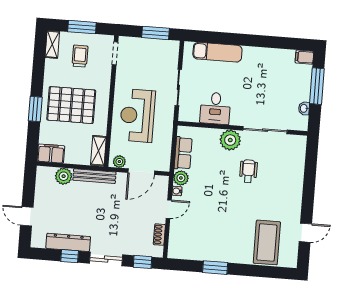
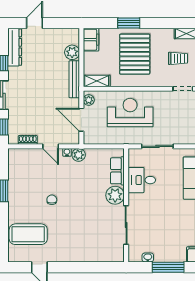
row of seats: (183, 153) -> (117, 171), moved, turned 90
wheelchair: (248, 171) -> (89, 213), removed
chair: (230, 213) -> (52, 200), added
dresser: (68, 242) -> (15, 47), moved

